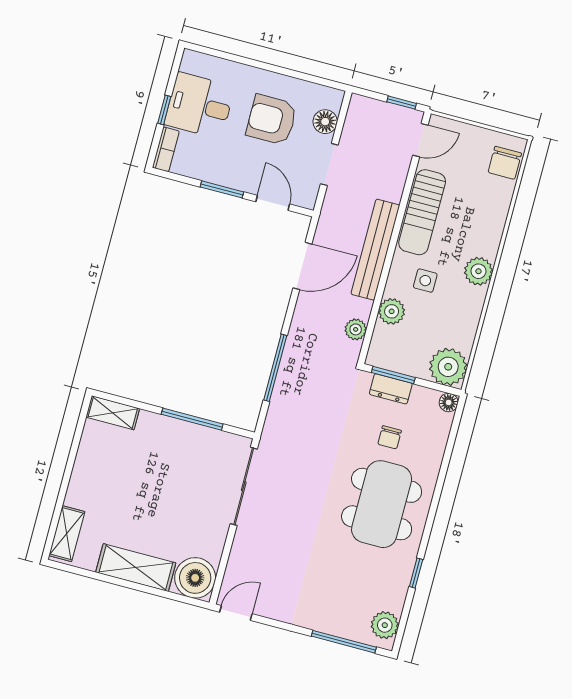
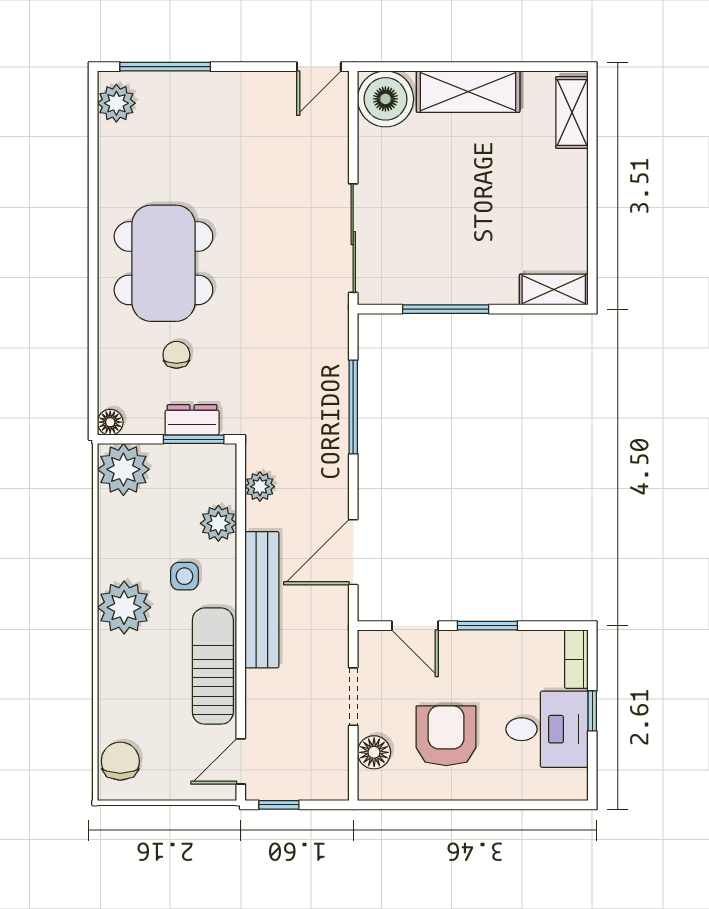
armchair: (272, 120) -> (446, 736), turned -90
plant: (478, 271) -> (124, 607), width x1.36, depth x1.36
window: (416, 573) -> (93, 184), removed

